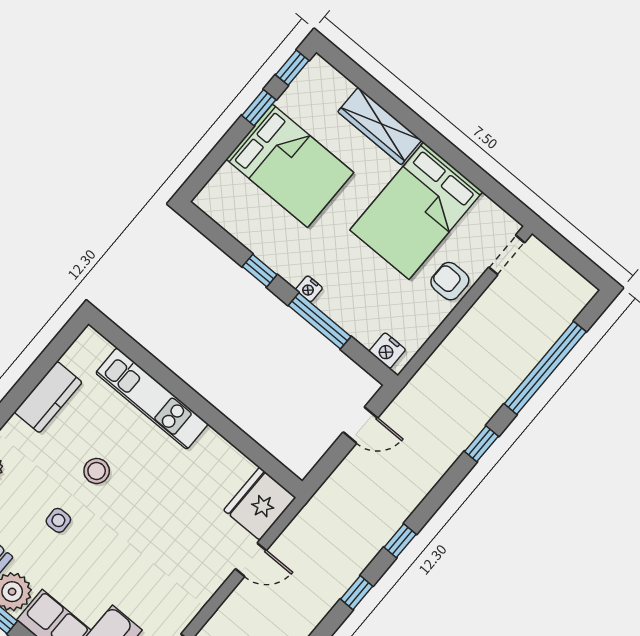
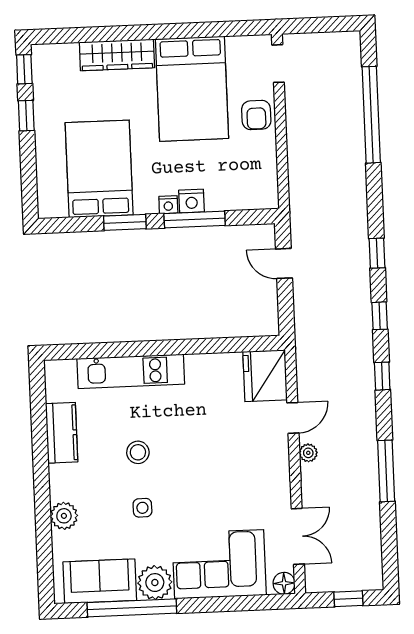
bed: (290, 166) -> (99, 169), moved, turned -90
window: (260, 271) -> (125, 222), width x1.50
armchair: (450, 281) -> (256, 115), turned -90
nightstand: (387, 351) -> (192, 201), moved
door: (360, 425) -> (284, 263), swing flipped
window: (481, 444) -> (377, 253), moved
plant: (237, 600) -> (308, 453), added

